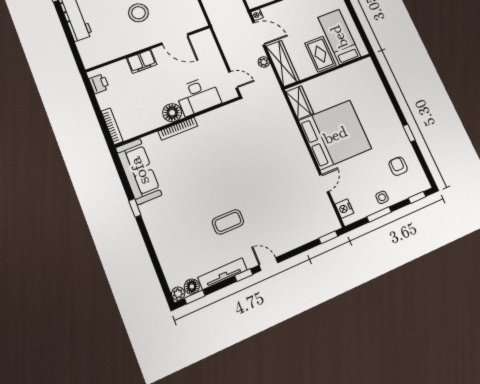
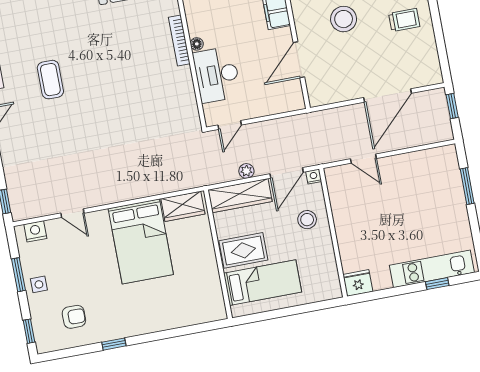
stool: (288, 14) -> (307, 220), added
floor lamp: (172, 113) -> (197, 44), width x0.53, depth x0.53
bed: (335, 135) -> (141, 241), width x0.73

